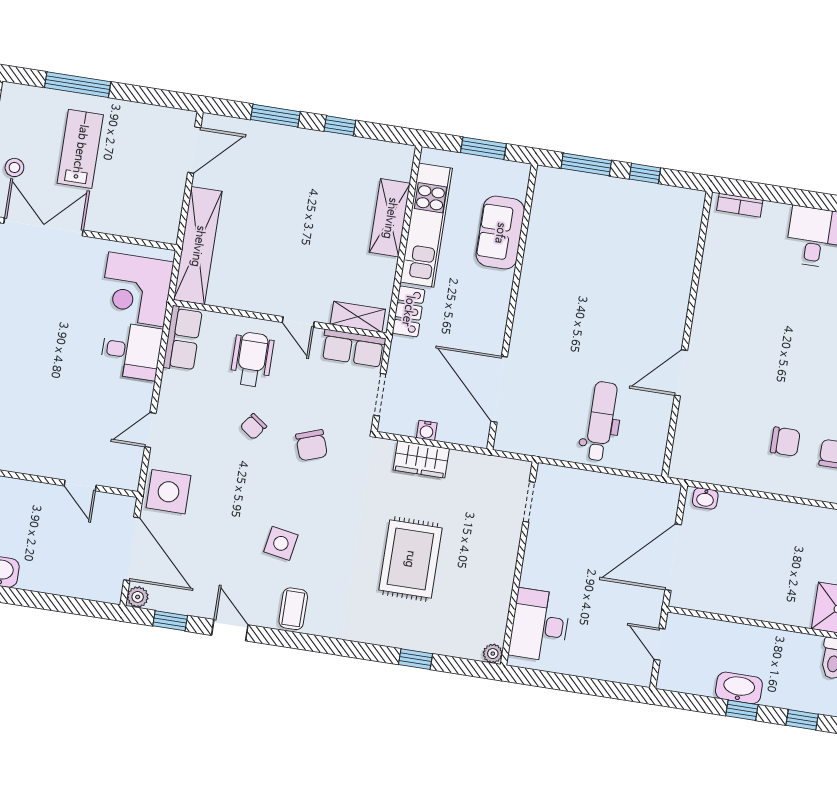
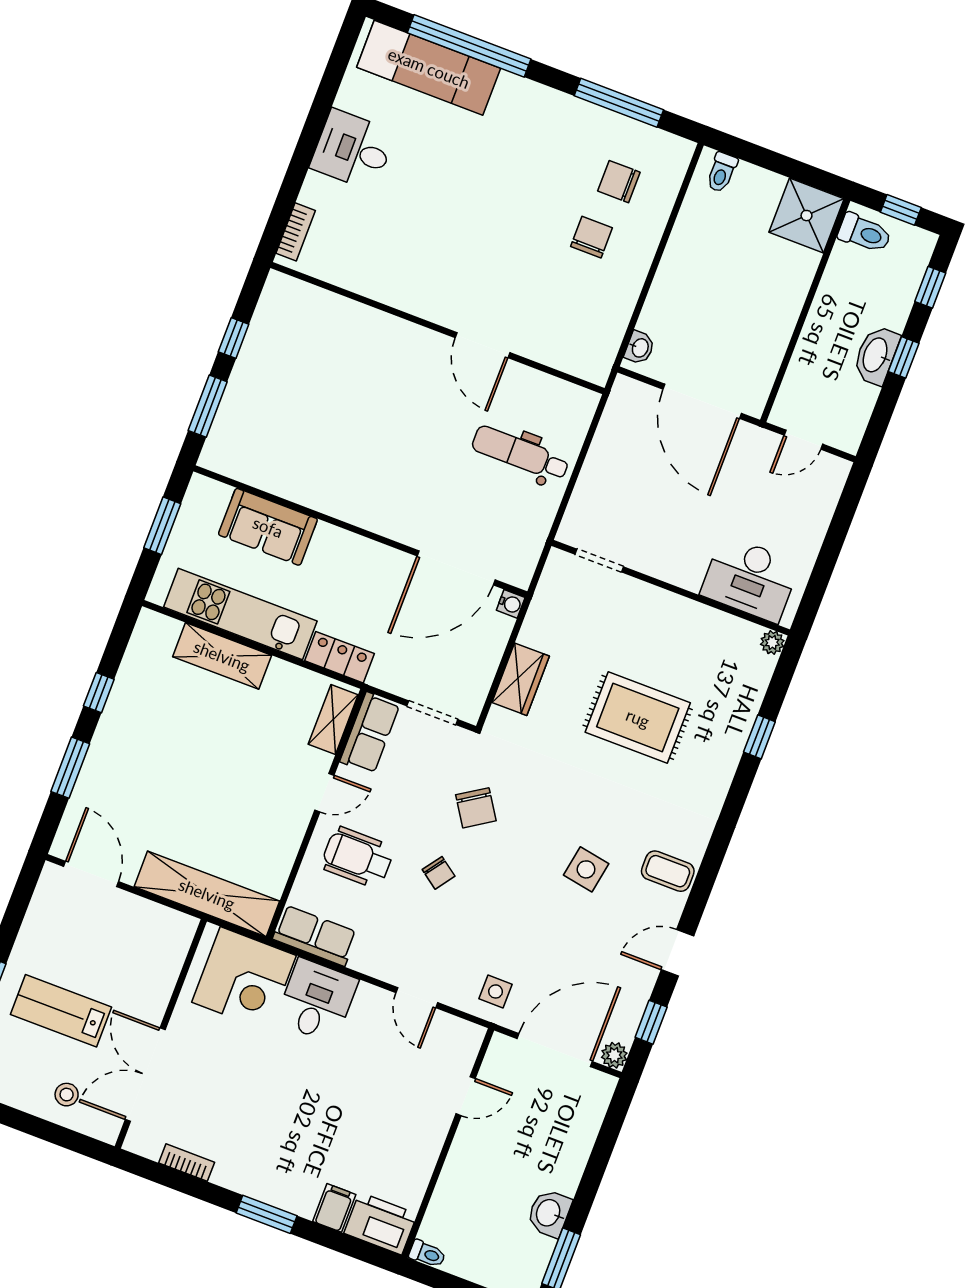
water cooler: (427, 430) -> (511, 604), moved
chair: (311, 445) -> (476, 808), turned 76
side table: (168, 492) -> (496, 991), width x0.54, depth x0.54

